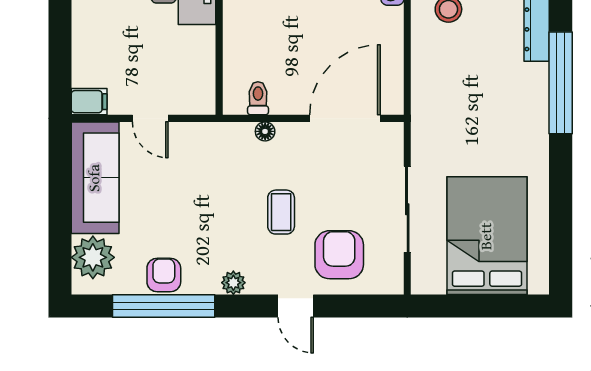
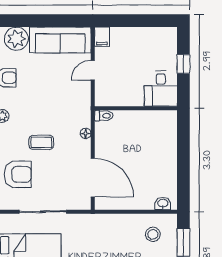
toilet: (258, 98) -> (104, 116), moved

